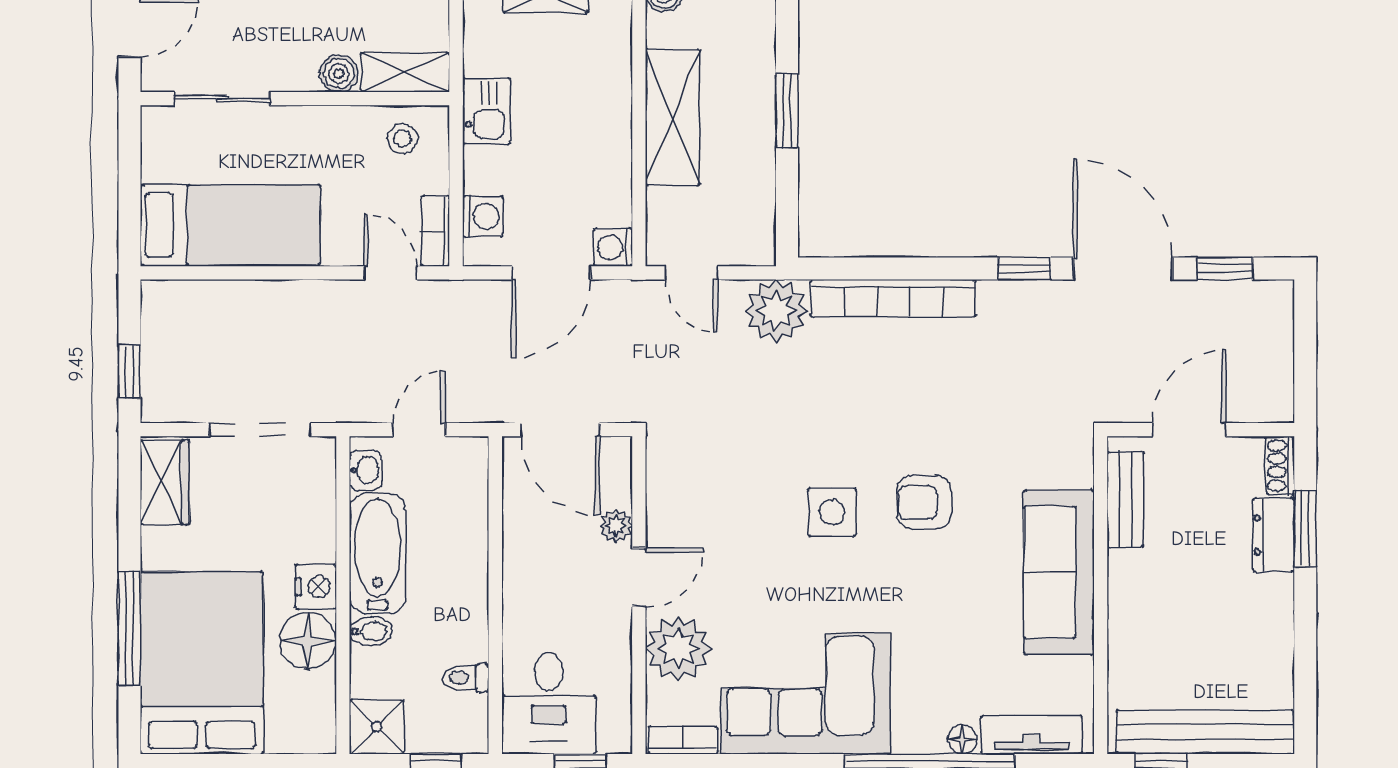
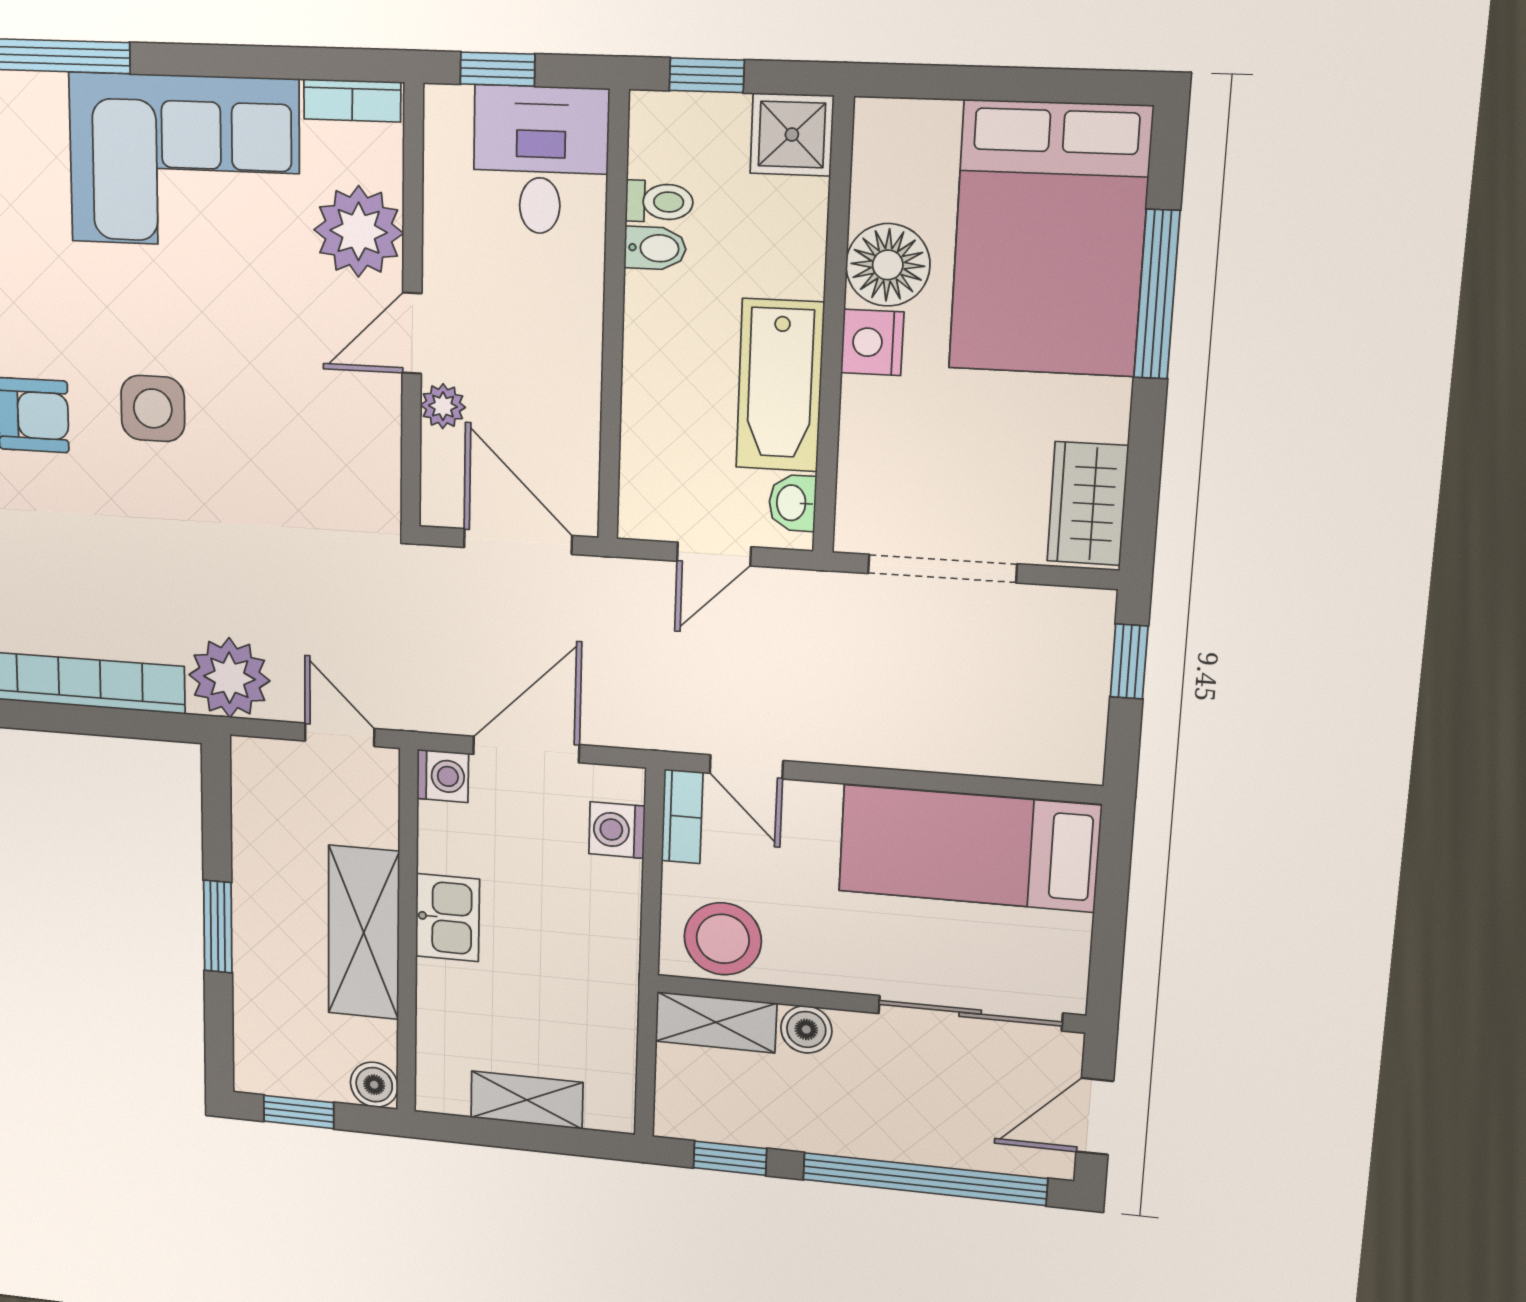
sliding door: (222, 99) -> (970, 1013), width x1.37
kitchen sink: (487, 111) -> (447, 918), moved, turned 180
stool: (402, 139) -> (723, 939), width x1.89, depth x1.89
bidet: (371, 631) -> (655, 248), moved, turned 180

